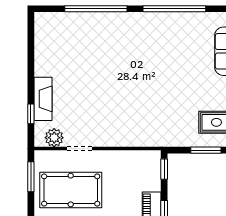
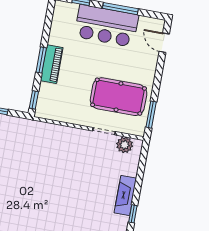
fireplace: (43, 99) -> (125, 195), moved
window: (31, 114) -> (133, 214), moved

